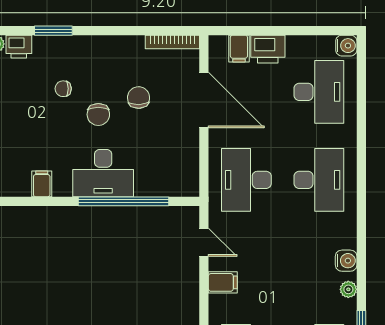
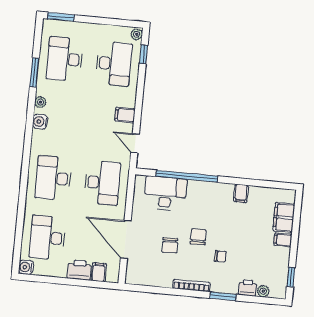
bookcase: (172, 42) -> (192, 286), moved
desk: (103, 173) -> (165, 193), moved

